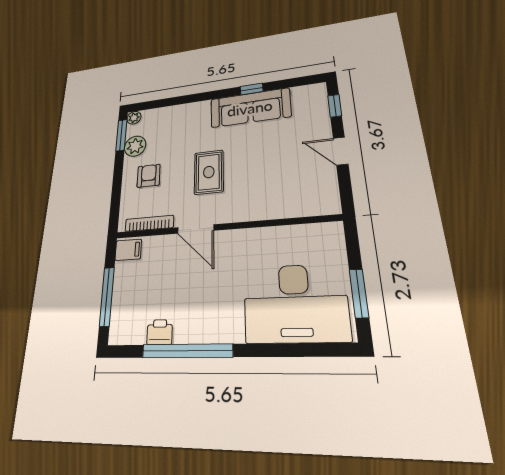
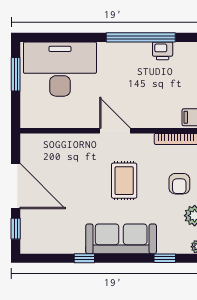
window: (167, 102) -> (165, 258), added
sofa: (250, 108) -> (121, 239), moved
door: (341, 151) -> (16, 186), width x1.87
door: (196, 229) -> (115, 131), moved

